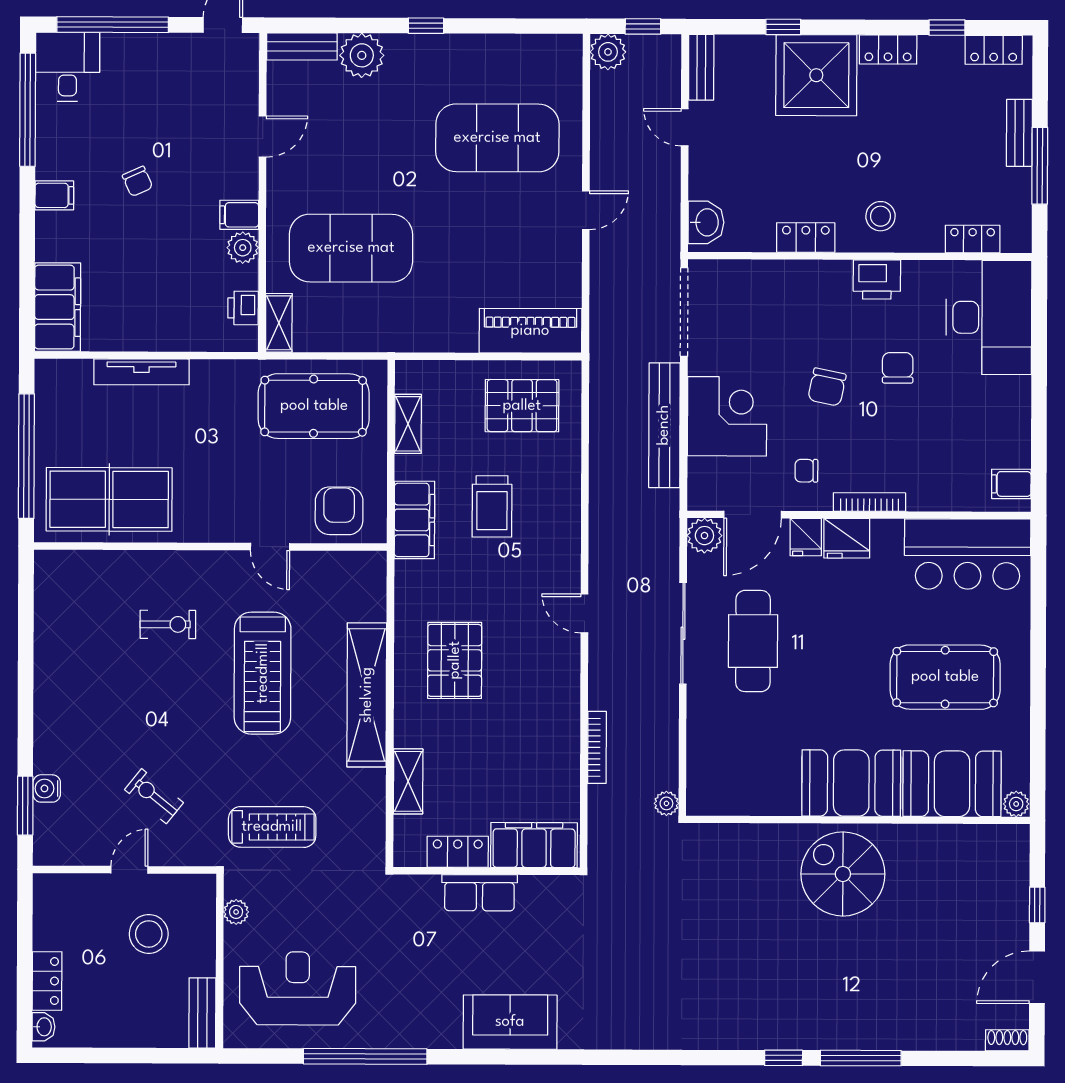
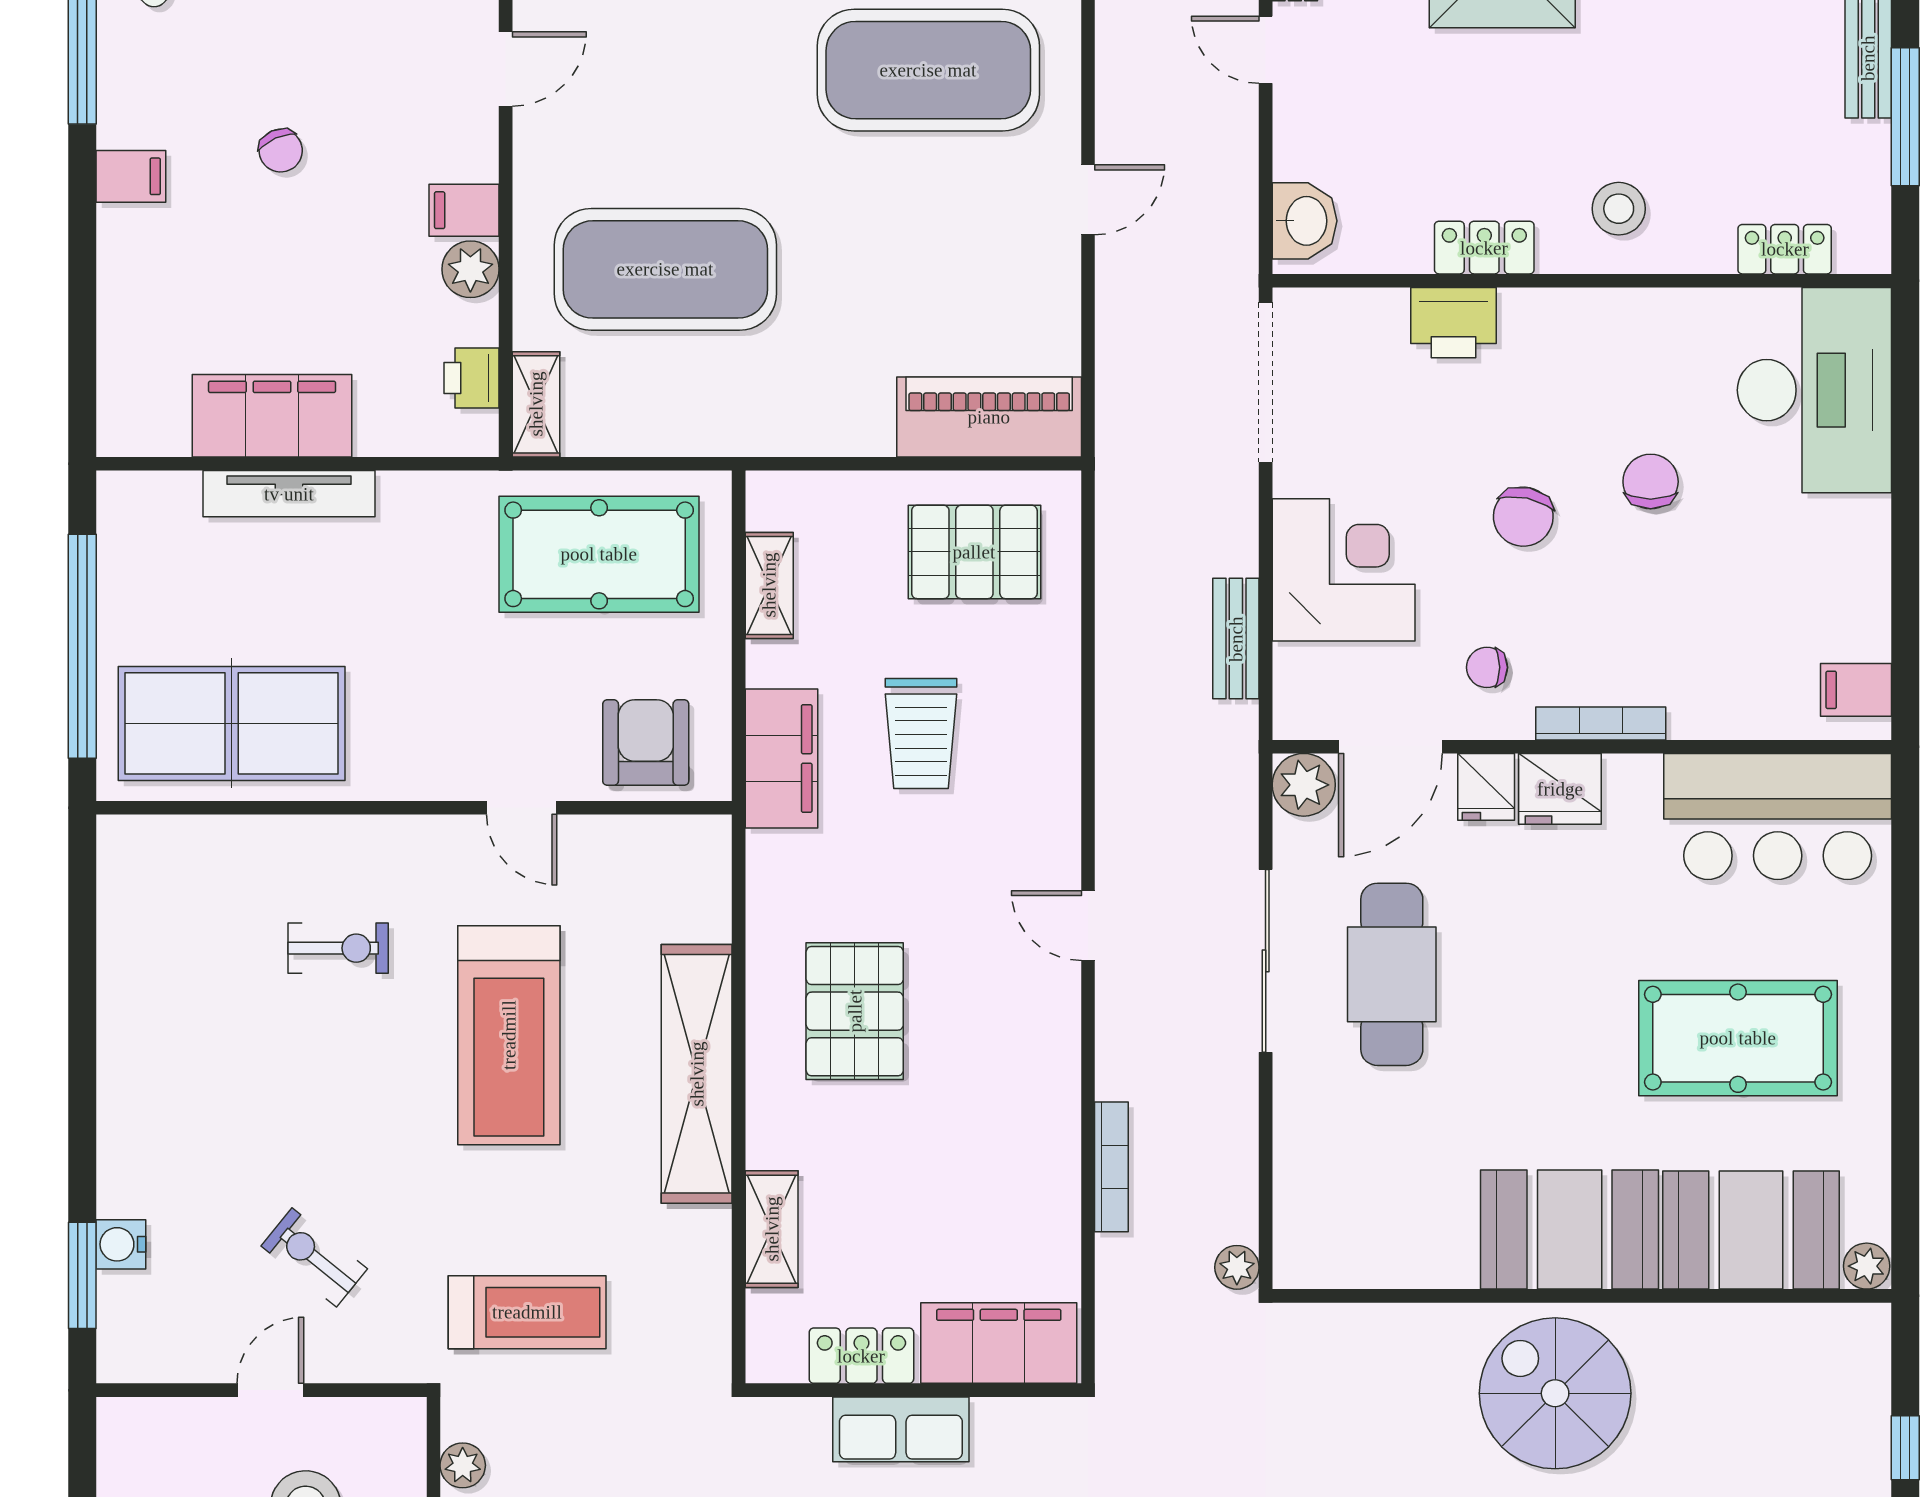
printer: (877, 279) -> (1454, 323), moved
filing cabinet: (58, 307) -> (272, 416), moved, turned -90
bench: (664, 425) -> (1236, 639), width x0.54, depth x0.82

